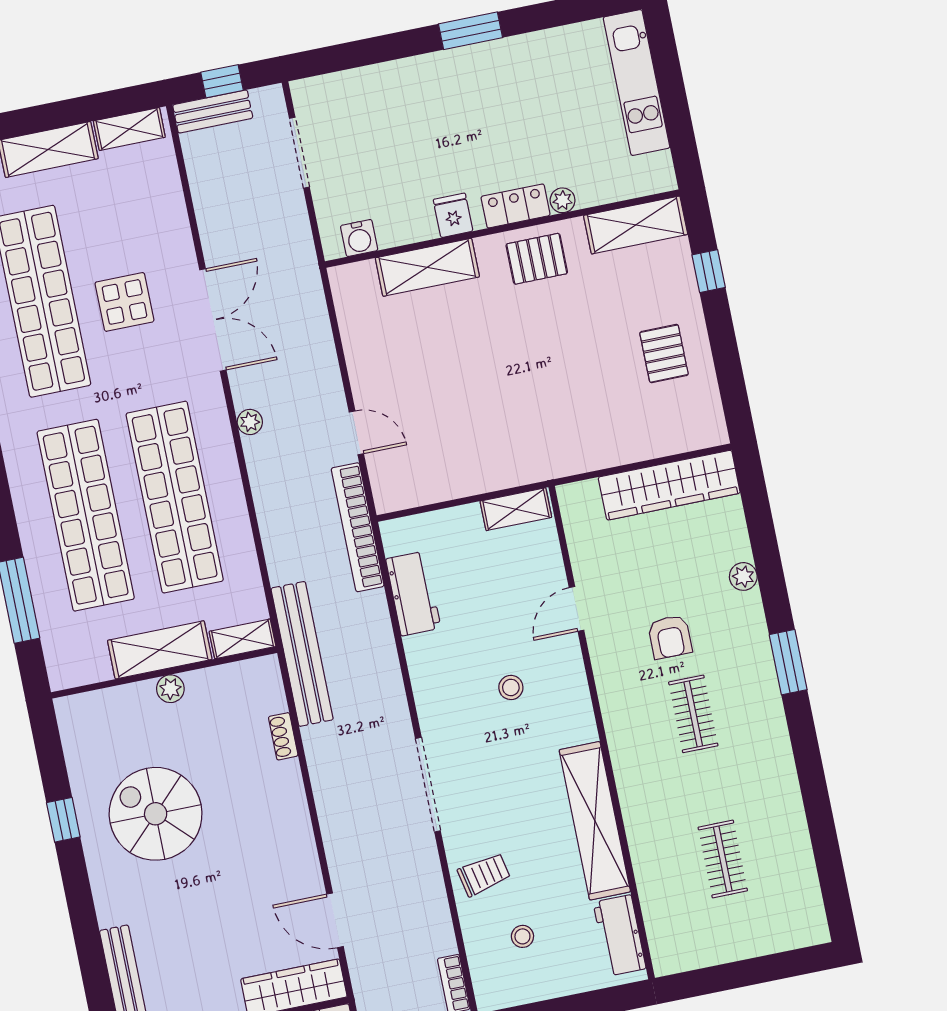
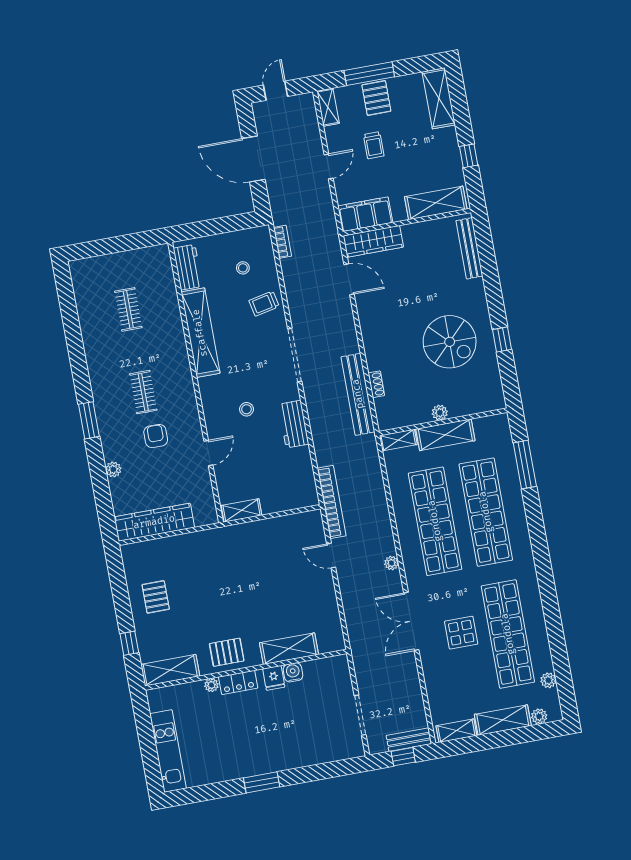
water cooler: (359, 238) -> (293, 672), moved
workbench: (413, 594) -> (294, 424), moved
bench: (302, 654) -> (358, 394), moved

